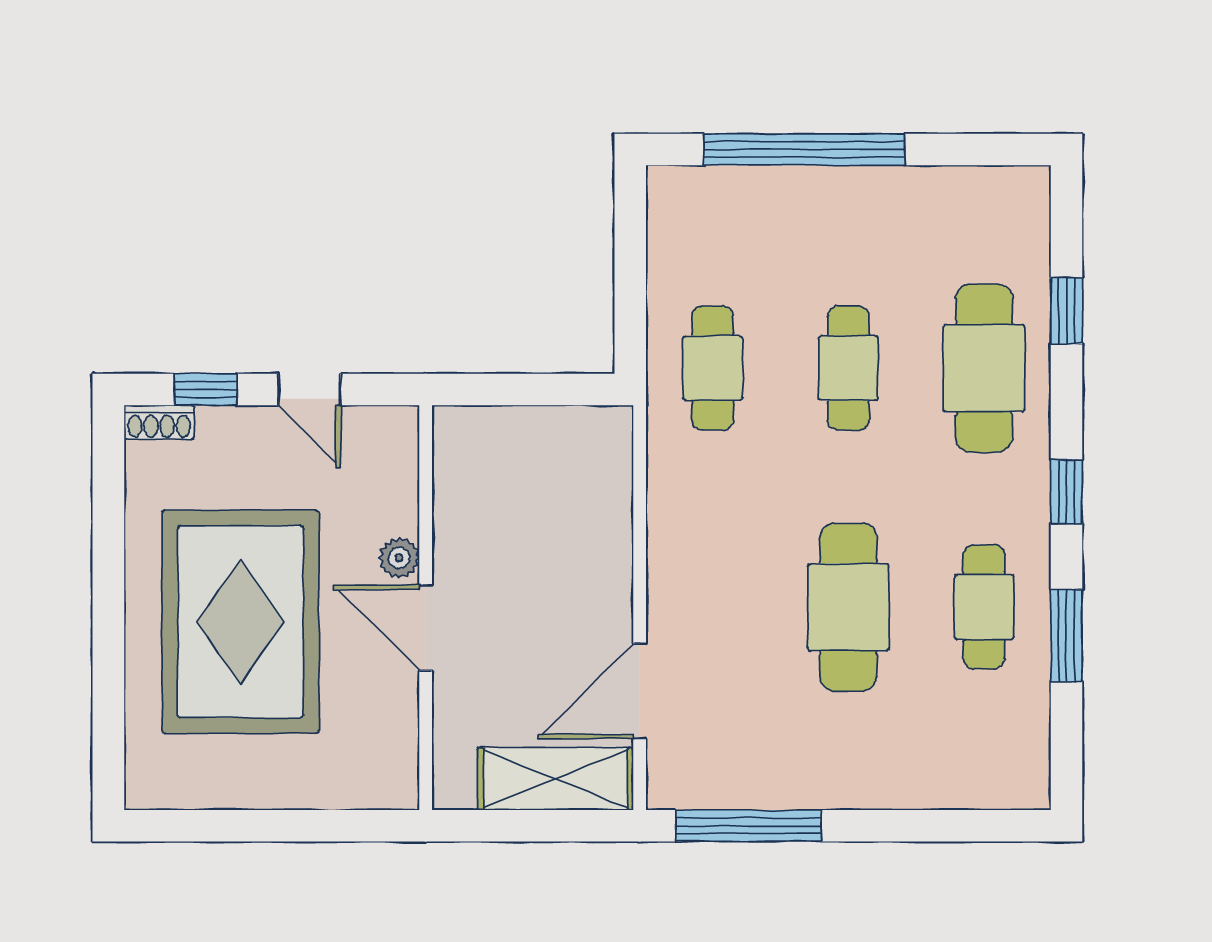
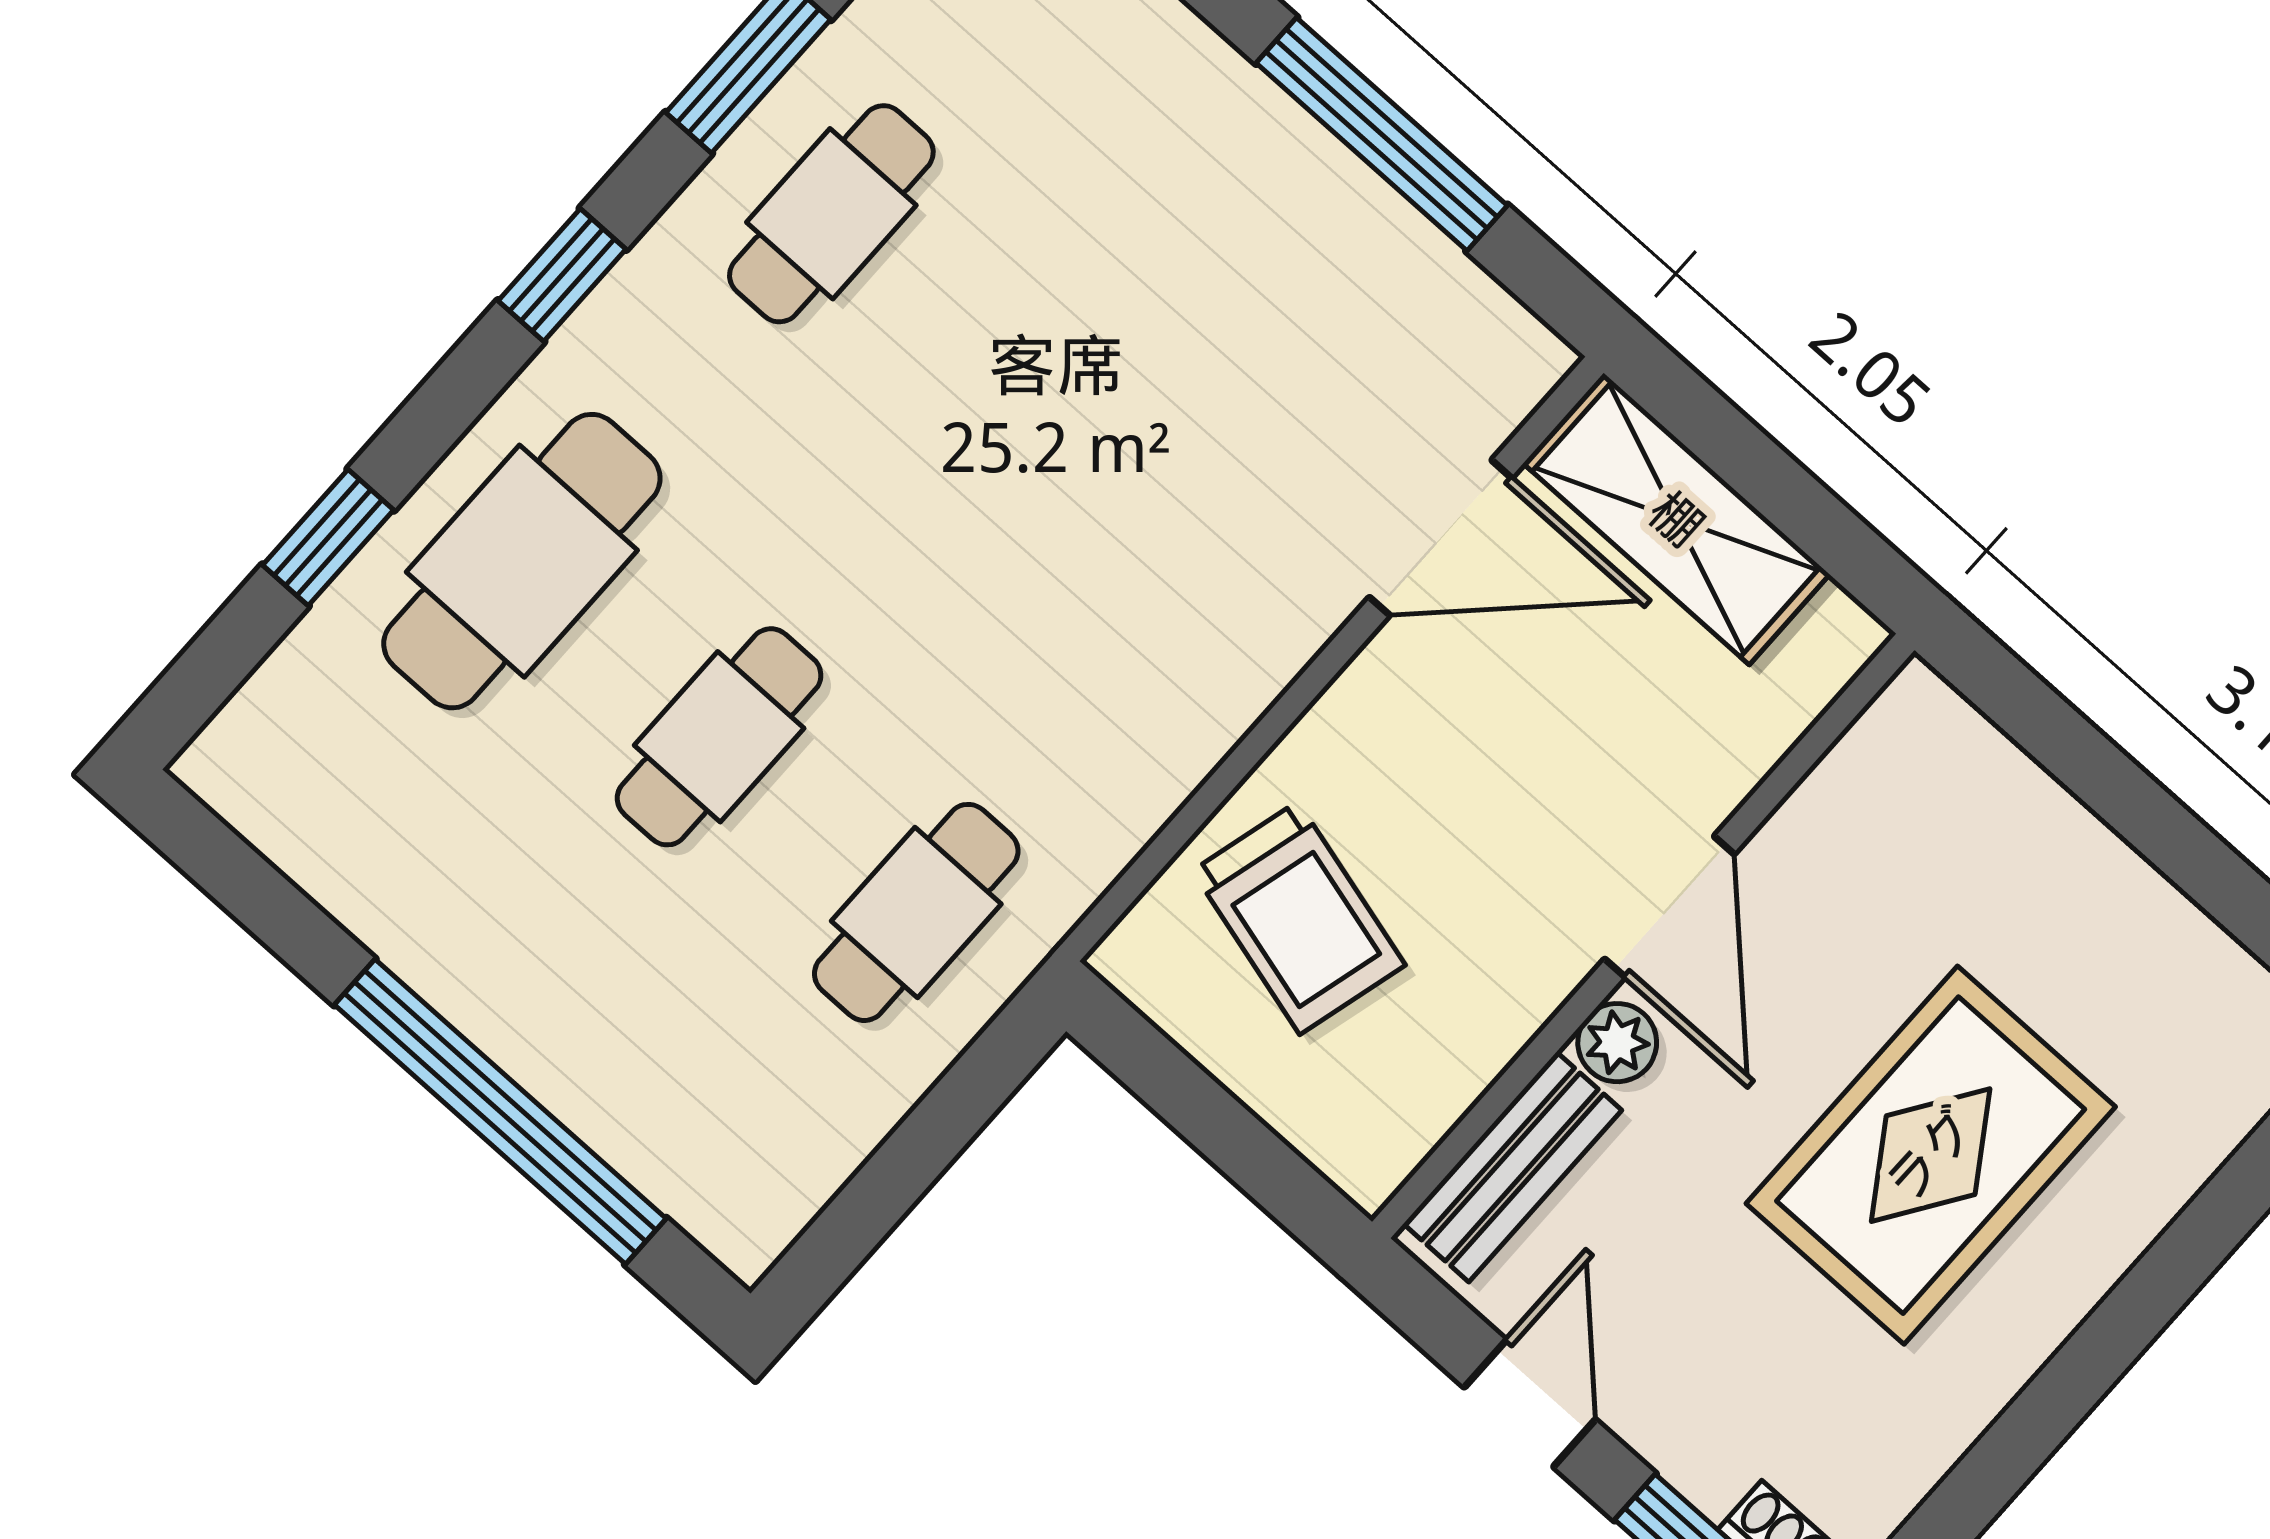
bench: (397, 474) -> (1513, 1167), added
trolley: (564, 497) -> (1299, 918), added
cafe table: (848, 607) -> (1029, 389), removed
rug: (240, 622) -> (1931, 1155), width x0.73, depth x0.69
window: (748, 826) -> (1382, 134), moved

